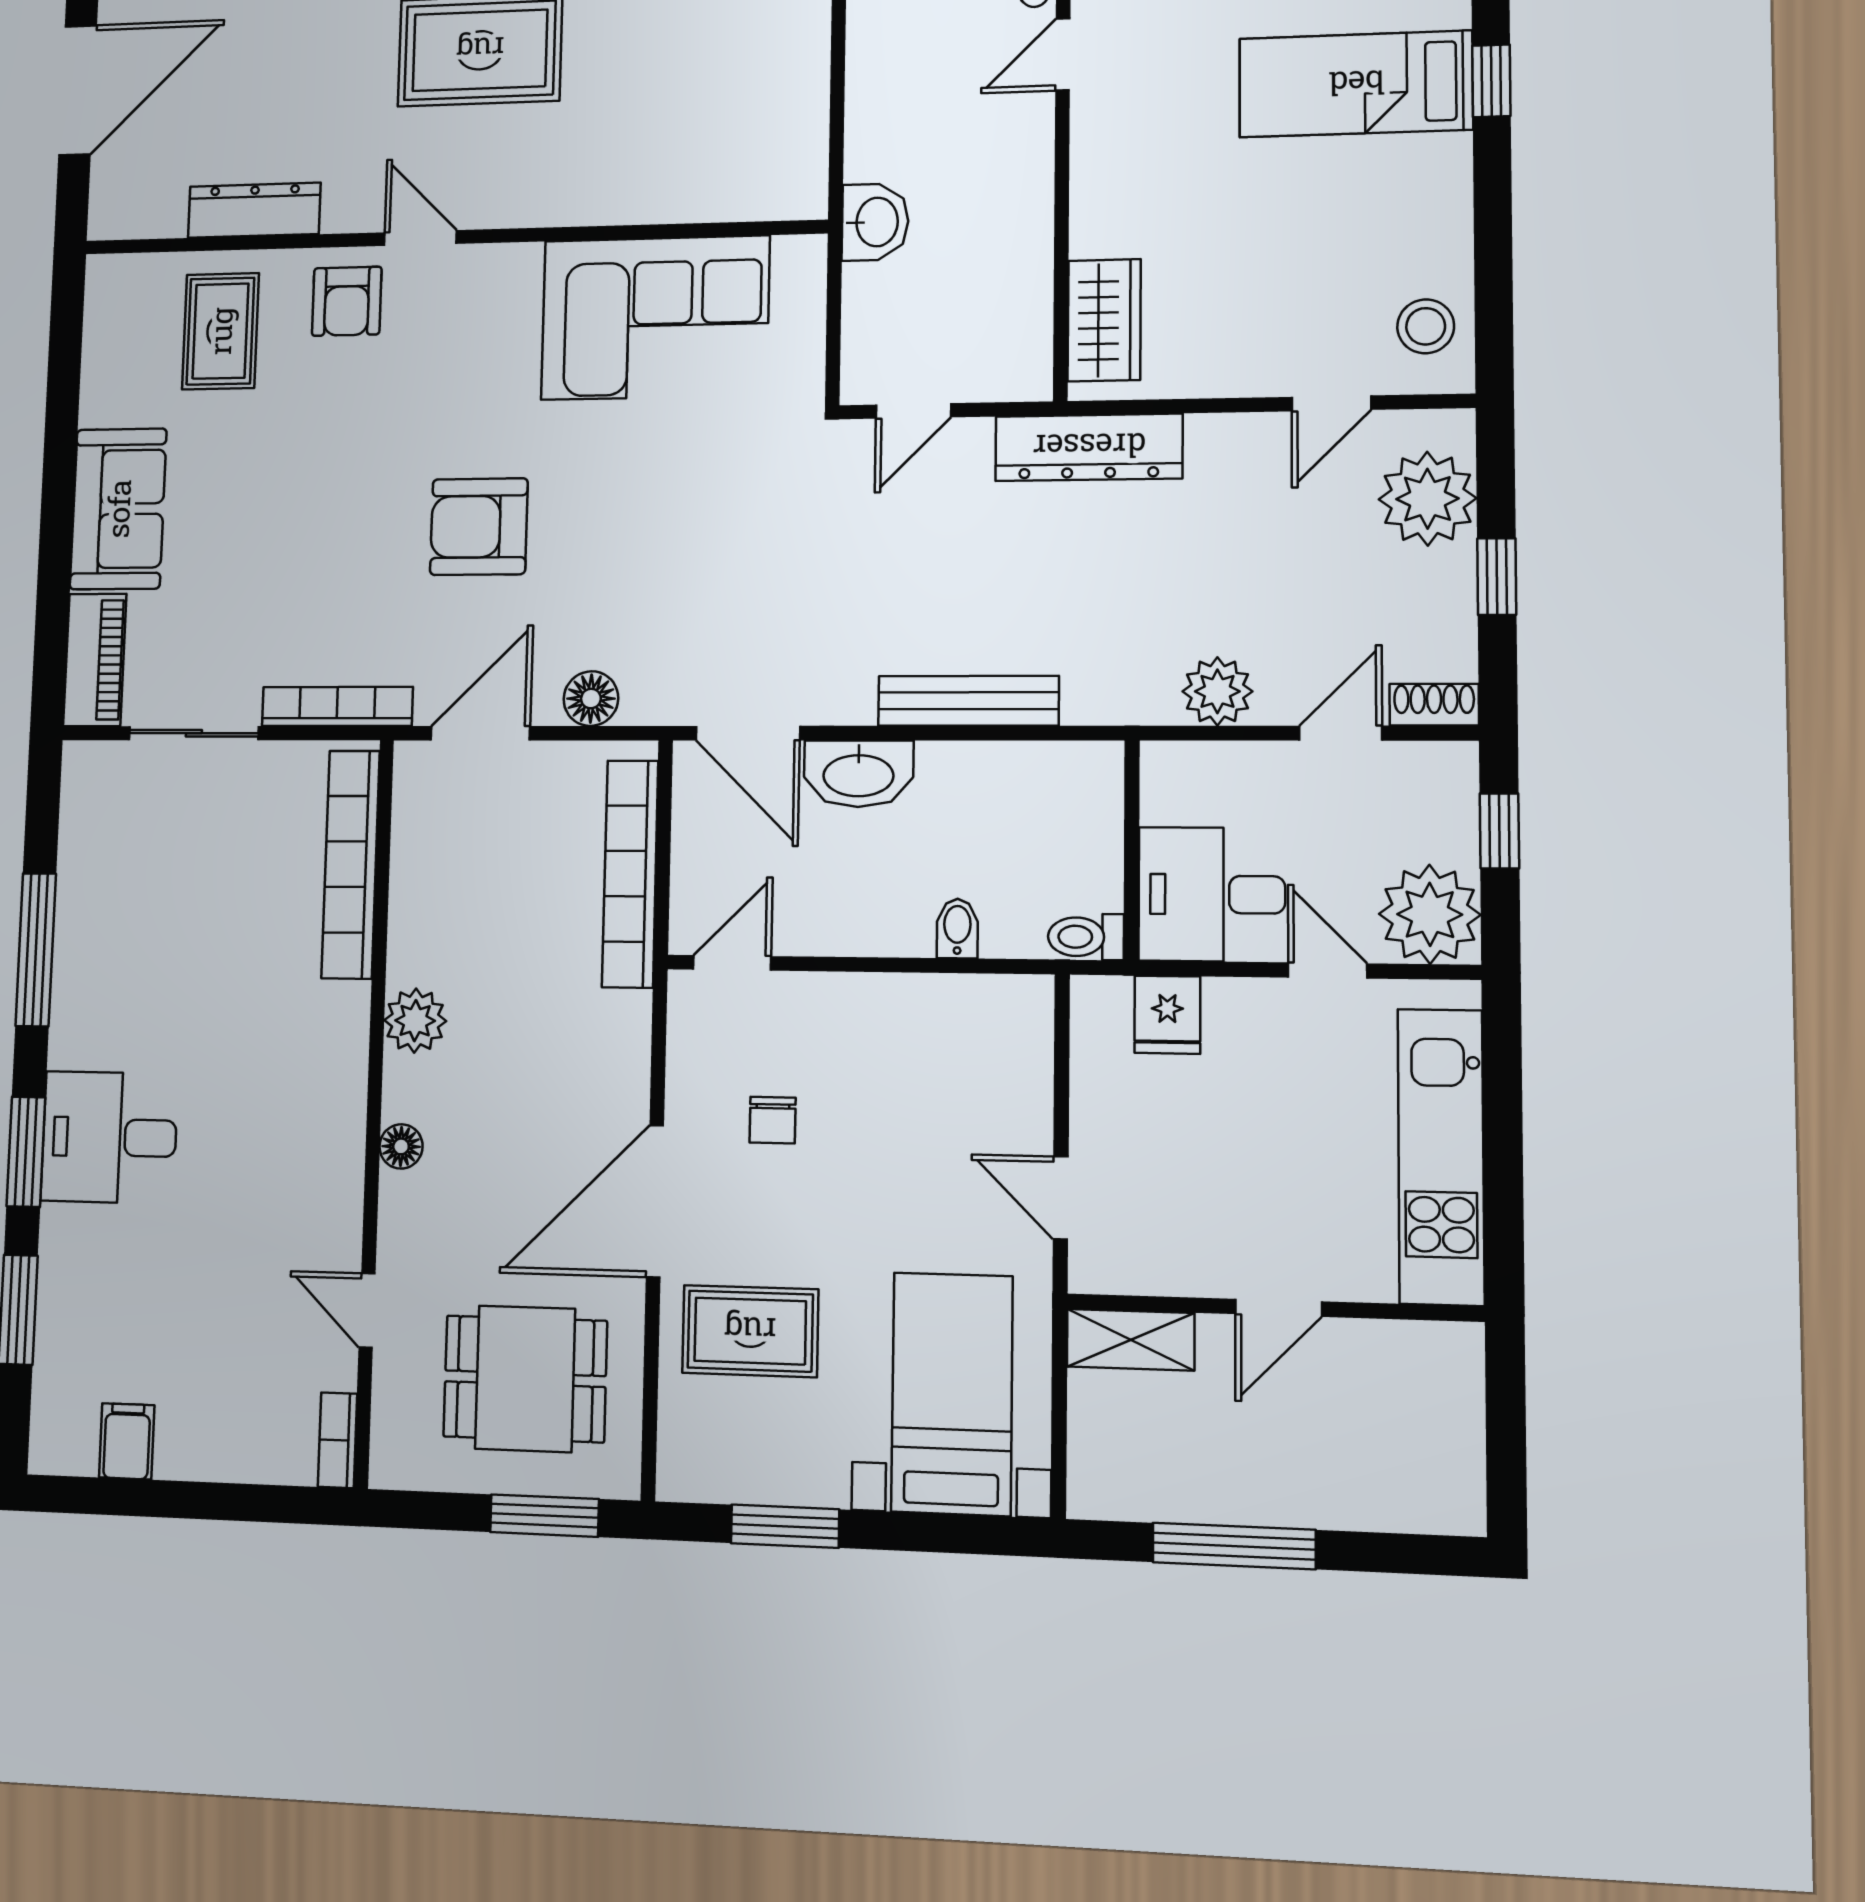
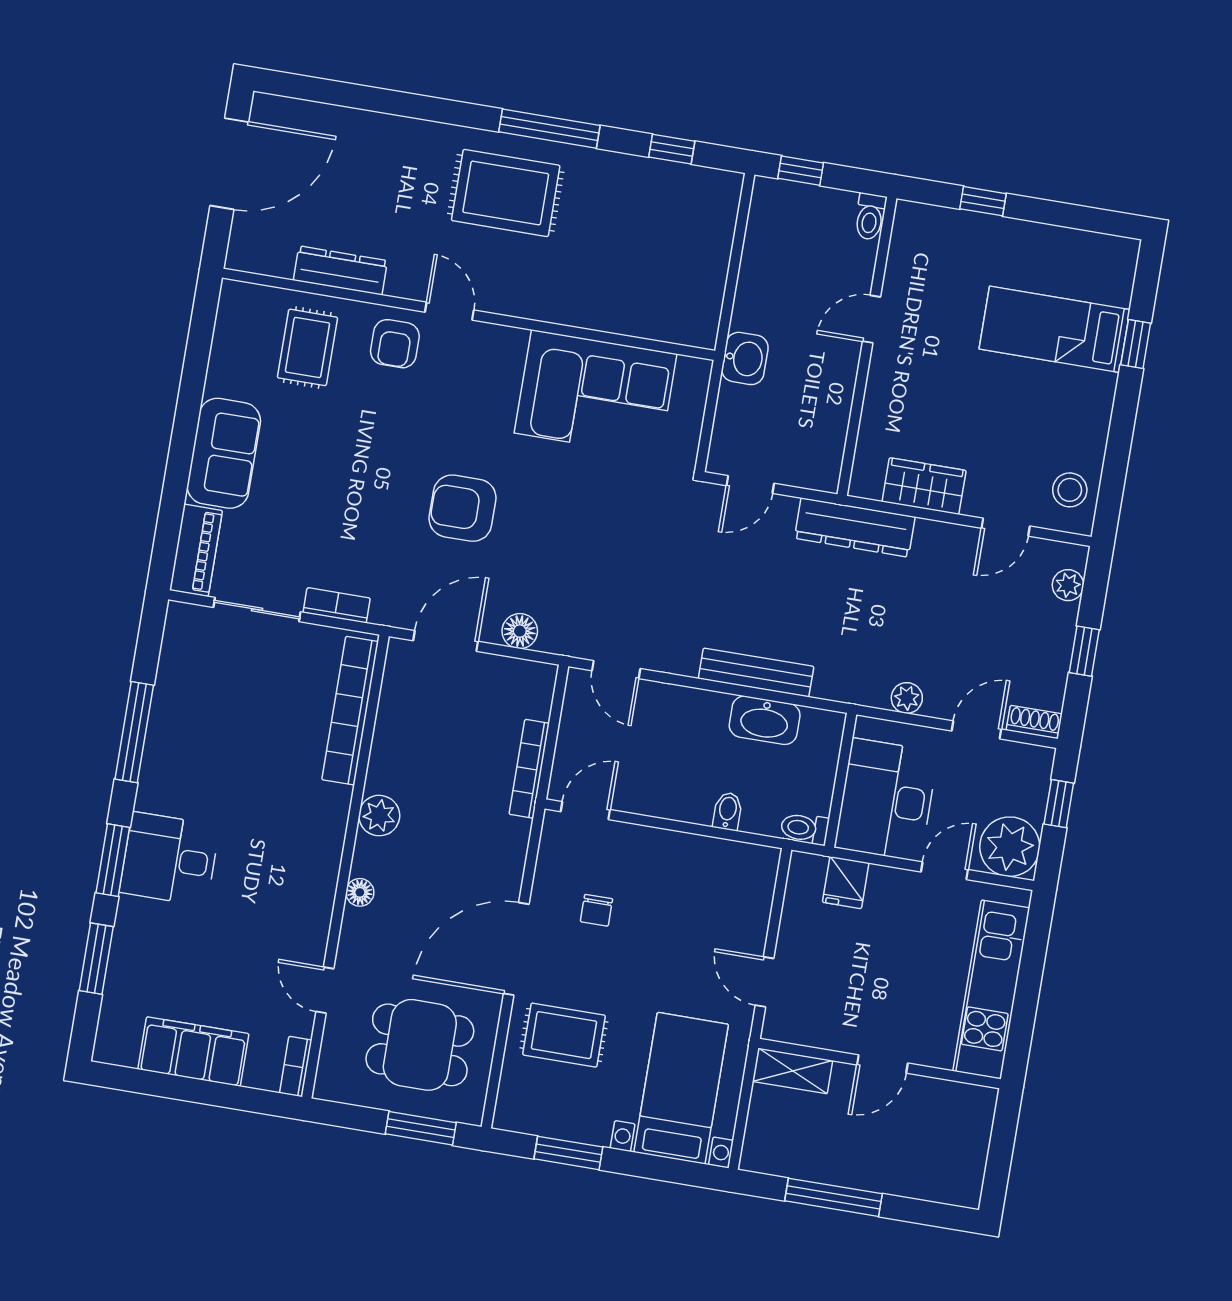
door: (1063, 54) -> (872, 319), moved
wardrobe: (1104, 320) -> (924, 486), moved, turned -90
plant: (1428, 499) -> (1068, 585), width x0.53, depth x0.53
plant: (1217, 691) -> (907, 698), width x0.73, depth x0.73
bookcase: (337, 706) -> (337, 605), width x0.64
door: (748, 733) -> (616, 670), width x0.73
washbasin: (858, 774) -> (765, 720), moved
bookcase: (630, 874) -> (529, 769), width x0.68, depth x0.76
desk: (1212, 894) -> (886, 800), width x1.37
door: (1328, 970) -> (945, 871), hinge flipped
filing cabinet: (127, 1441) -> (193, 1051), width x3.00, depth x1.17

